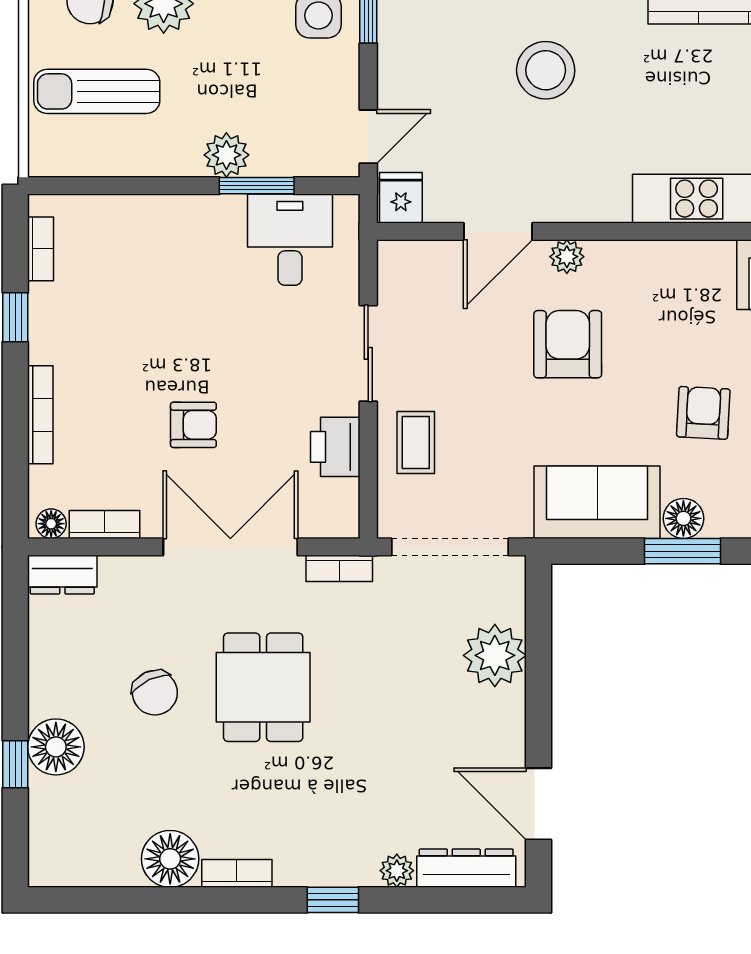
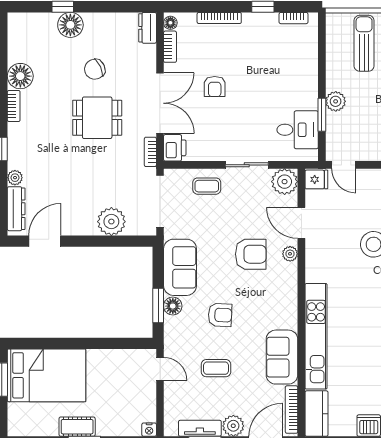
plant: (406, 269) -> (285, 182), added
printer: (335, 447) -> (175, 148), moved, turned 90

